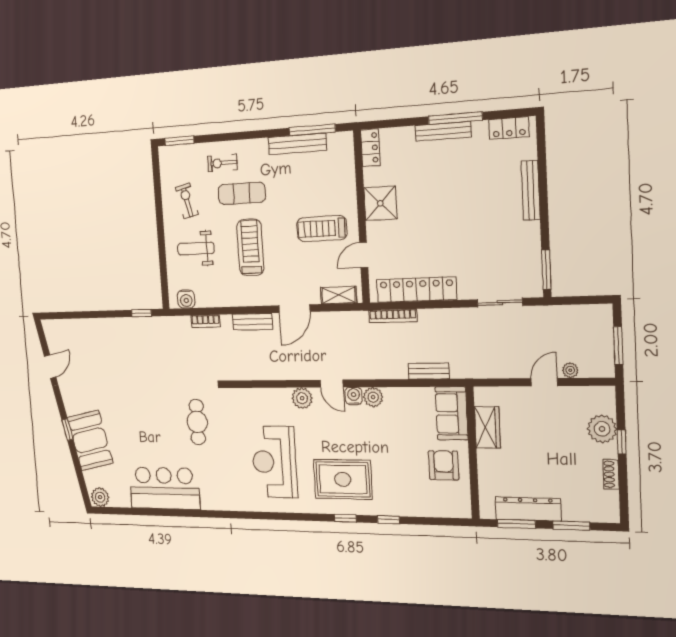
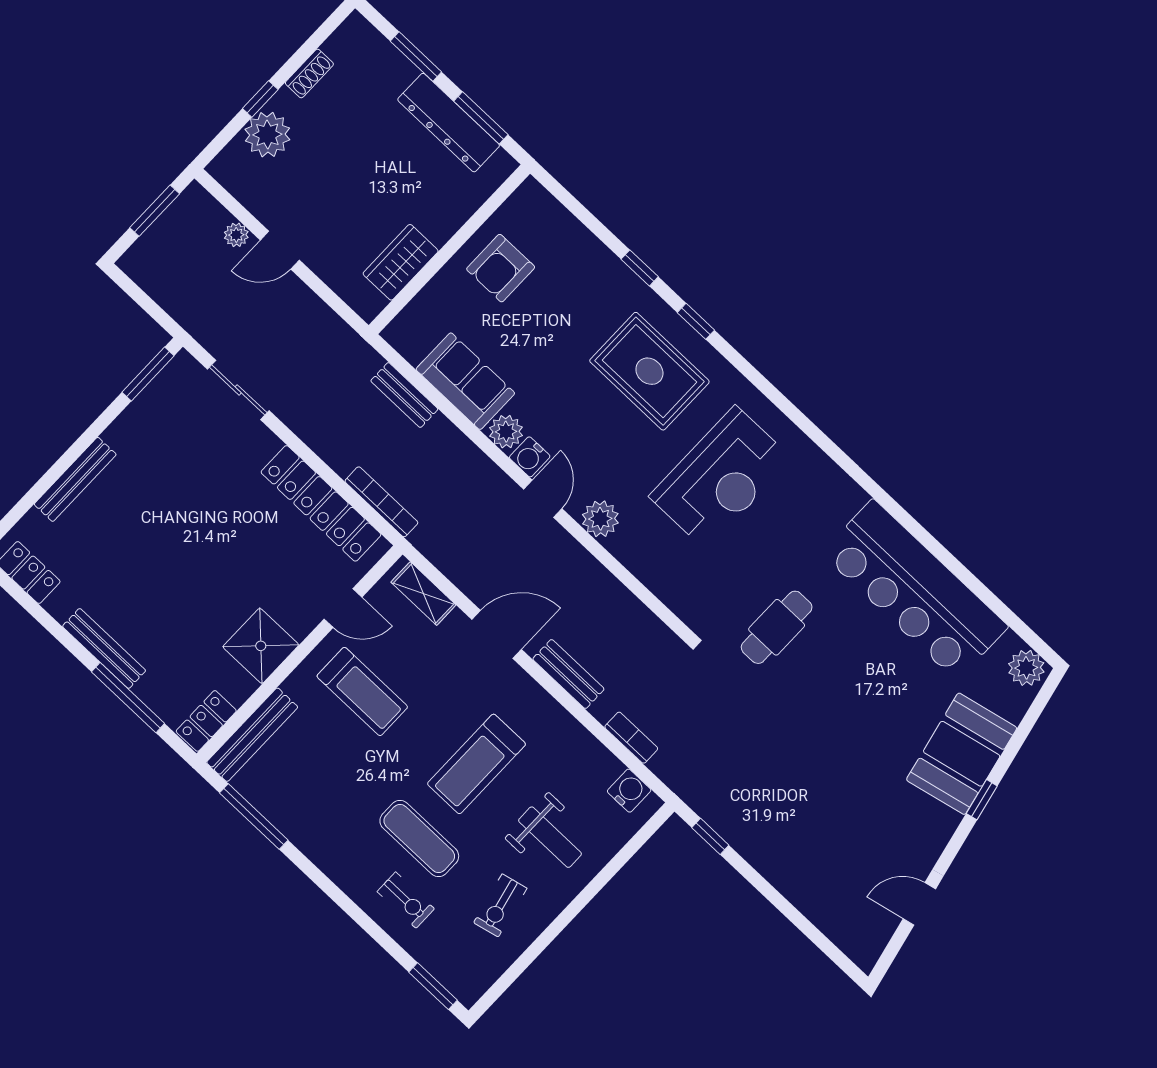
window: (455, 118) -> (128, 698), moved
bench: (297, 144) -> (252, 735), moved, turned 90
sofa: (452, 413) -> (465, 381), moved, turned -90
bar counter: (165, 488) -> (915, 590), width x1.36

